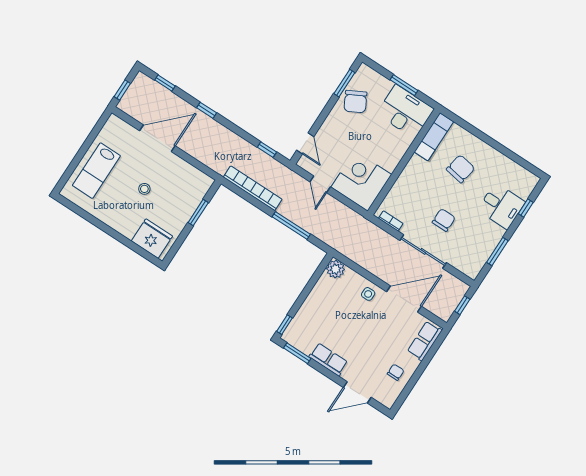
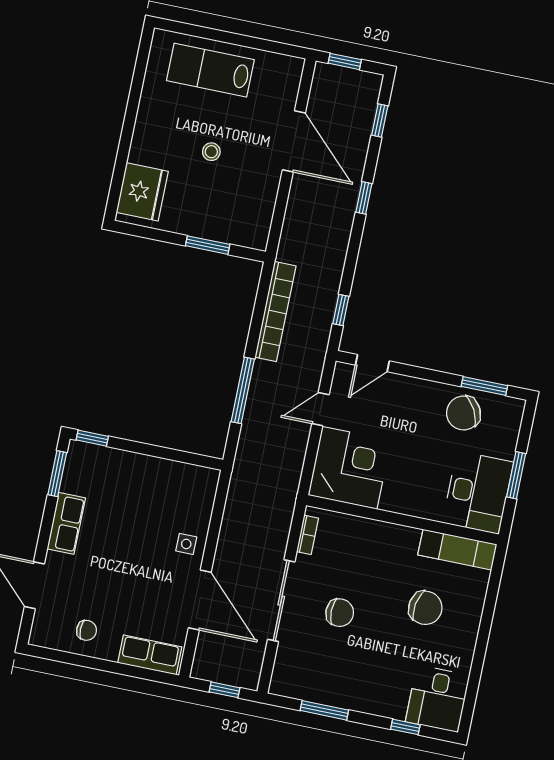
desk: (501, 206) -> (438, 699), moved
plant: (336, 269) -> (204, 481), removed

